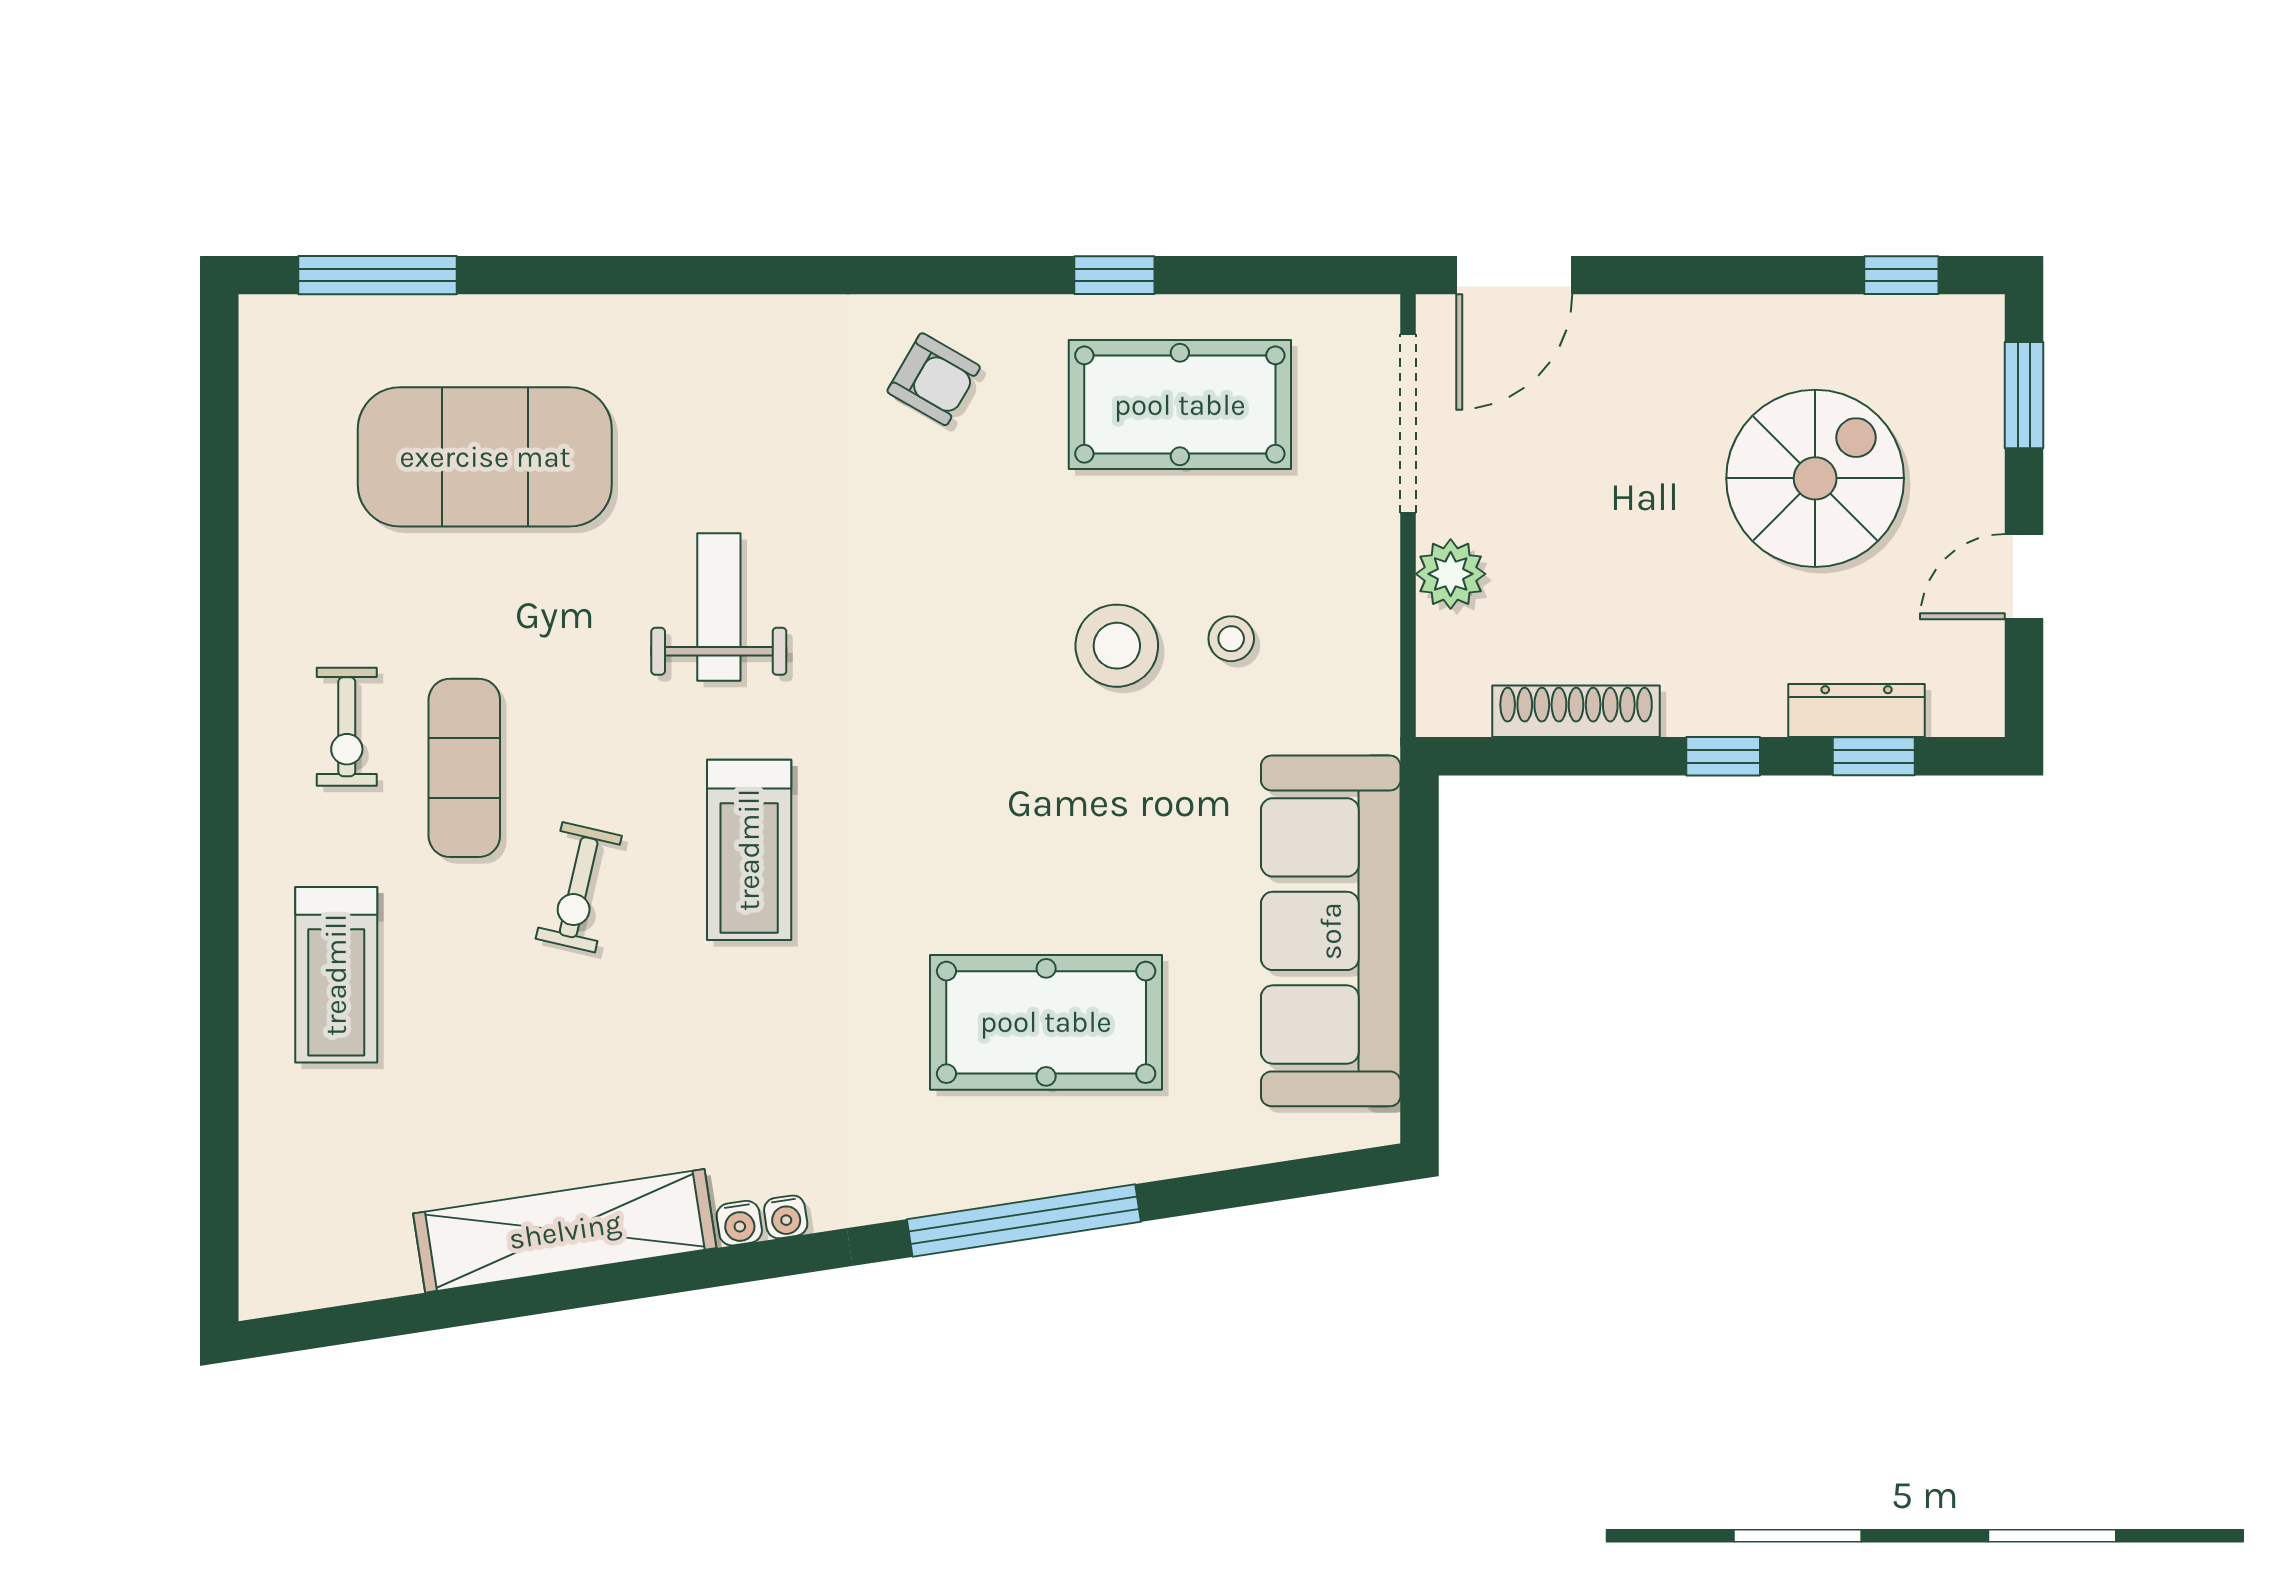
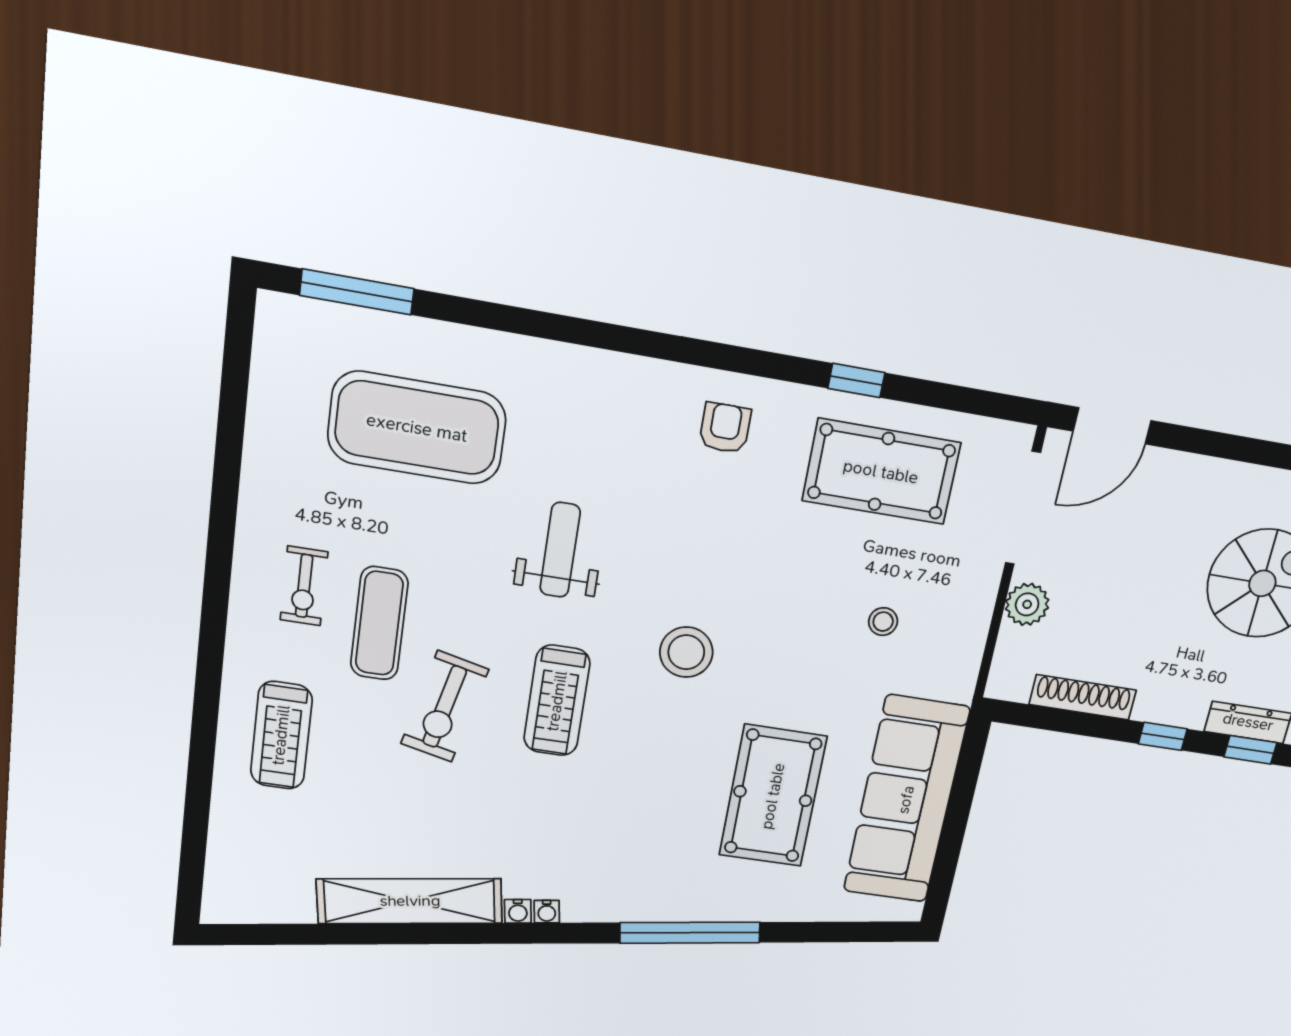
armchair: (934, 379) -> (725, 428), turned -120
stool: (1117, 646) -> (686, 652), moved
exercise bike: (579, 887) -> (445, 707), width x1.38, depth x1.39
pool table: (1046, 1022) -> (773, 796), moved, turned 90

